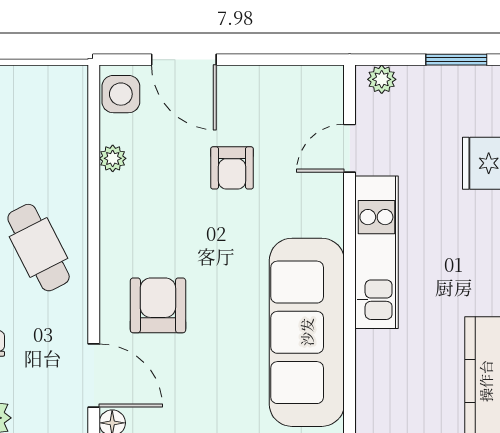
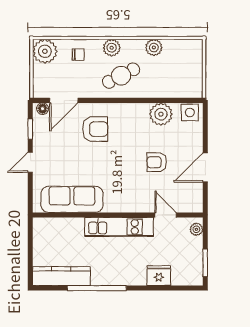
door: (184, 60) -> (205, 167), moved
plant: (113, 158) -> (161, 114), width x1.88, depth x1.88
sofa: (307, 332) -> (72, 199), width x0.74, depth x0.79

